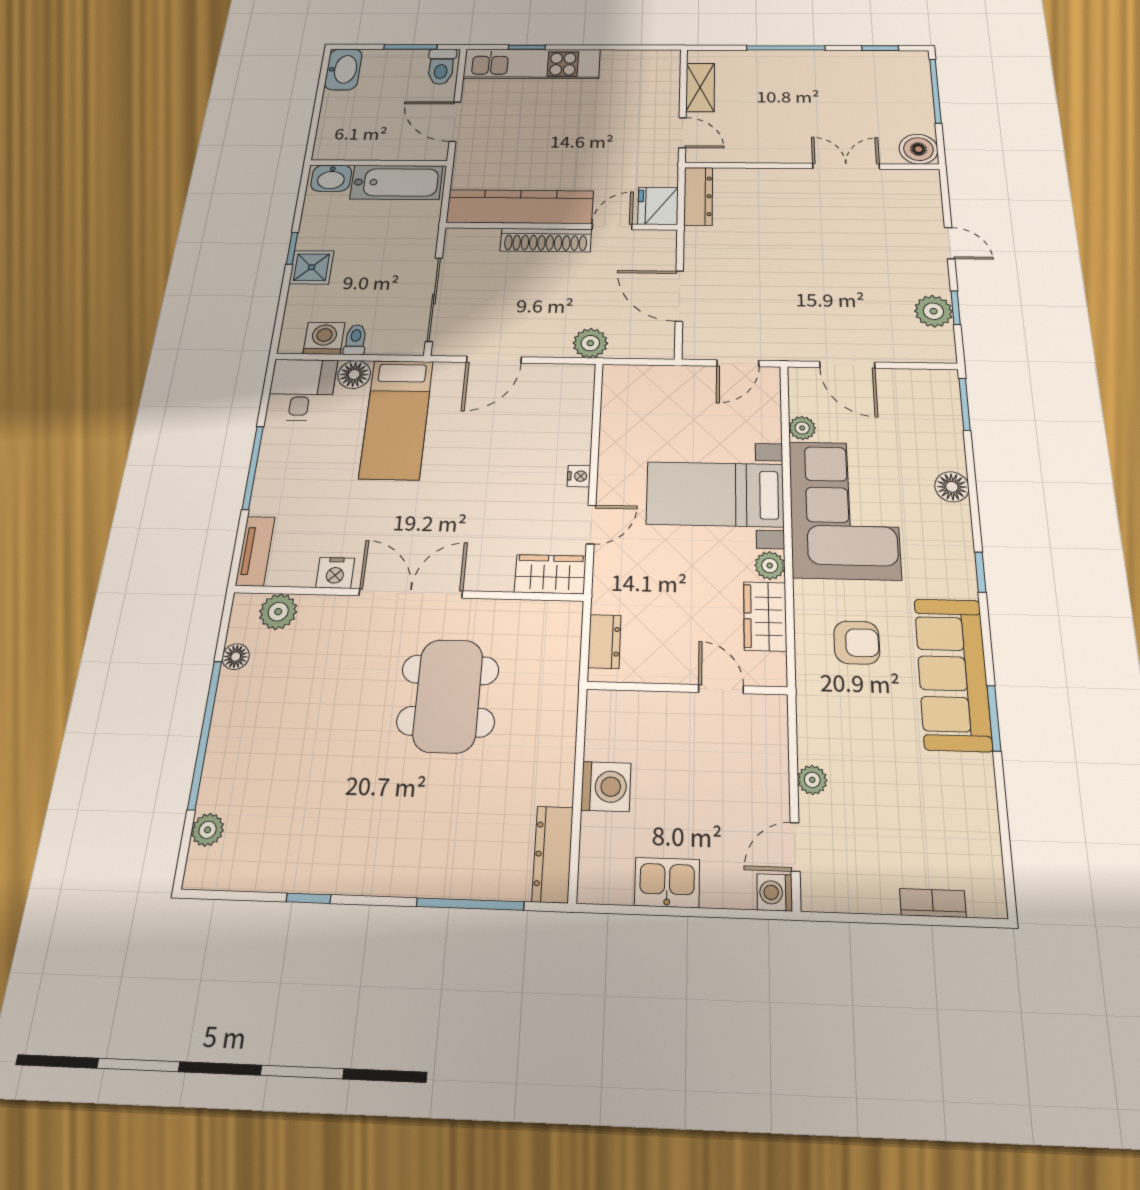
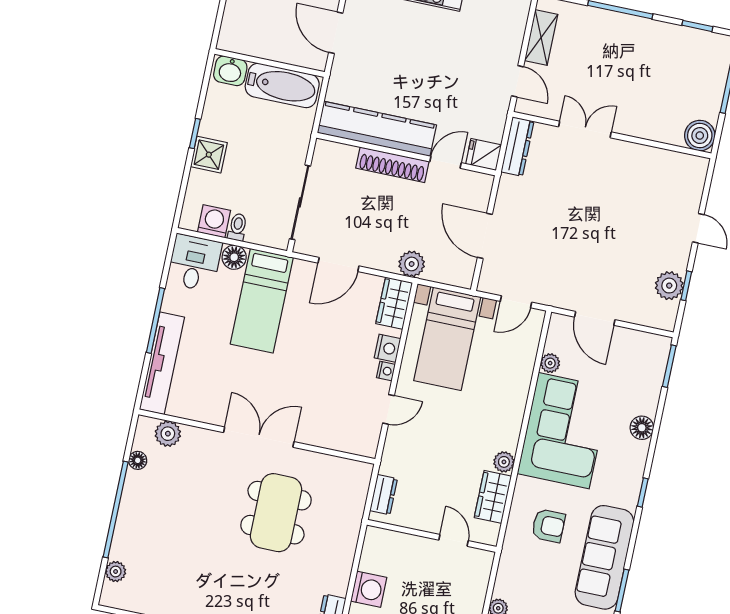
double door: (846, 166) -> (585, 129), moved
fridge: (658, 206) -> (484, 154), width x0.72
bed with nightstands: (715, 494) -> (447, 339), moved, turned -90
tv unit: (255, 551) -> (162, 363), width x1.92, depth x1.29
nightstand: (335, 573) -> (387, 348), moved, turned -90
wardrobe: (550, 574) -> (394, 303), moved, turned -90

